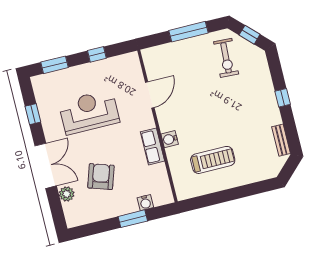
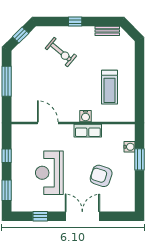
exercise bike: (226, 58) -> (61, 52), moved, turned 37
treadmill: (213, 160) -> (110, 87), turned 180
plant: (67, 194) -> (108, 205), removed

